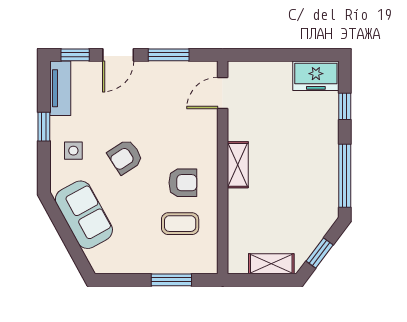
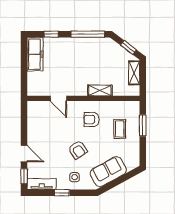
window: (169, 55) -> (24, 127), removed
freezer: (316, 76) -> (35, 54), width x1.40
door: (223, 93) -> (58, 98), moved
shelving: (238, 165) -> (100, 90), moved
armchair: (183, 183) -> (91, 119), turned -90
coffee table: (180, 224) -> (120, 129), moved

